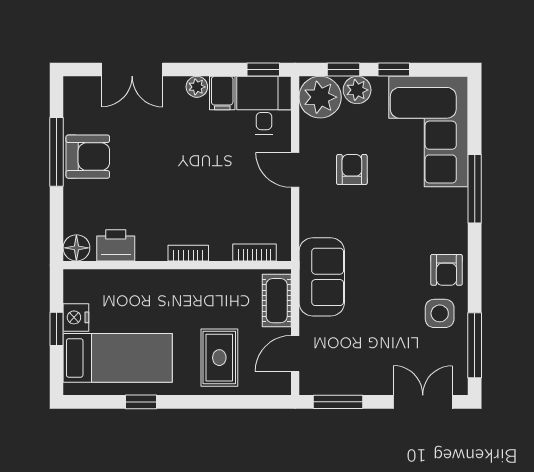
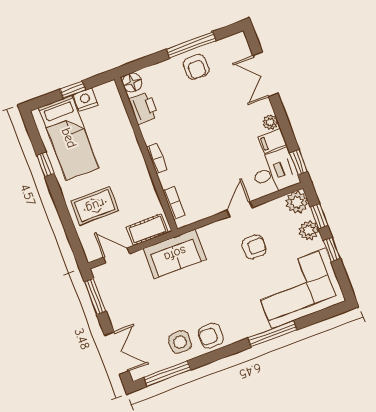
plant: (320, 97) -> (297, 202), width x0.73, depth x0.73
armchair: (88, 157) -> (196, 67), width x0.72, depth x0.72

